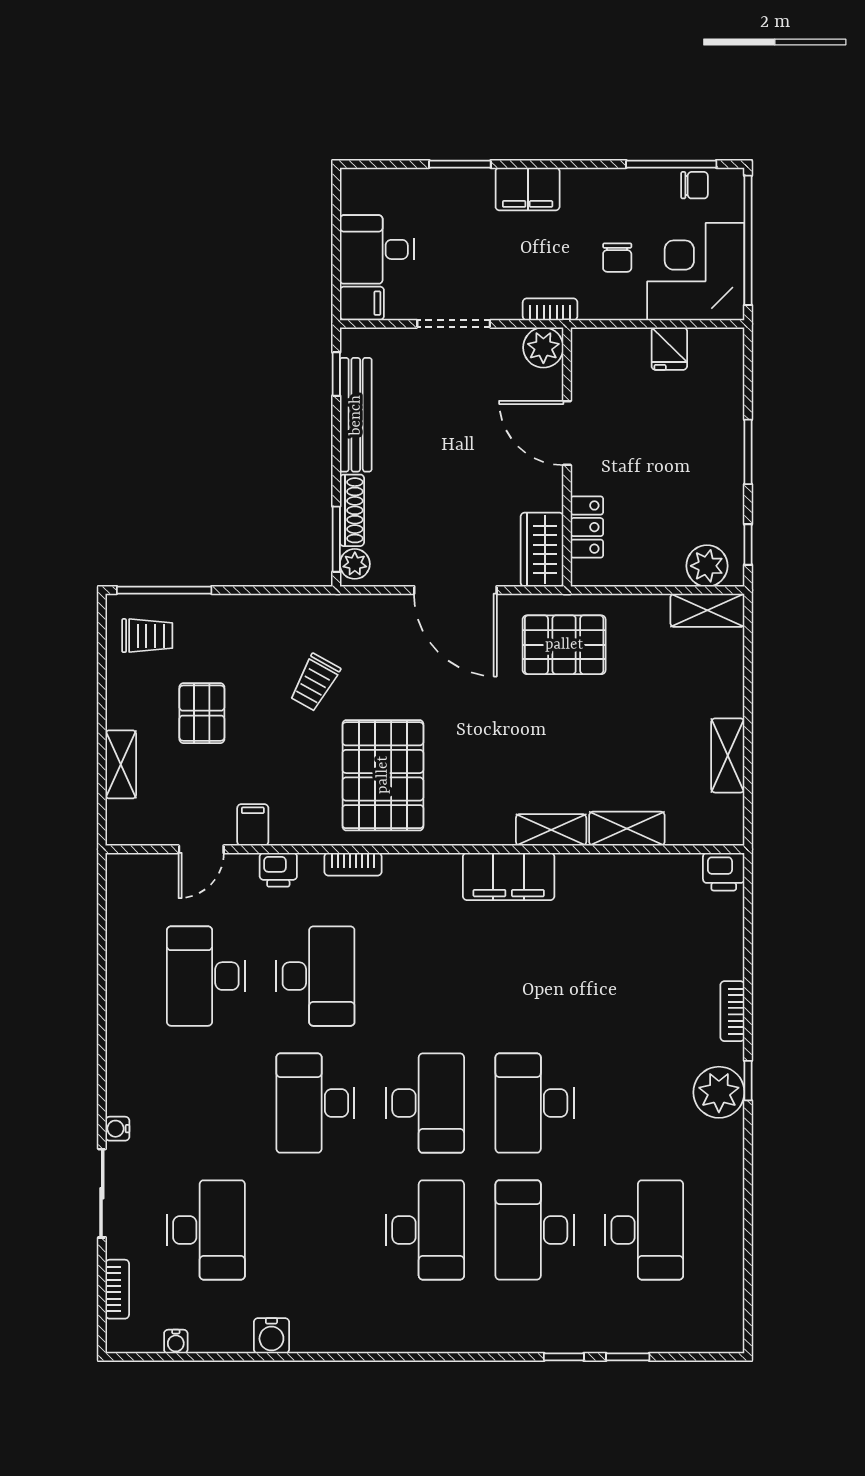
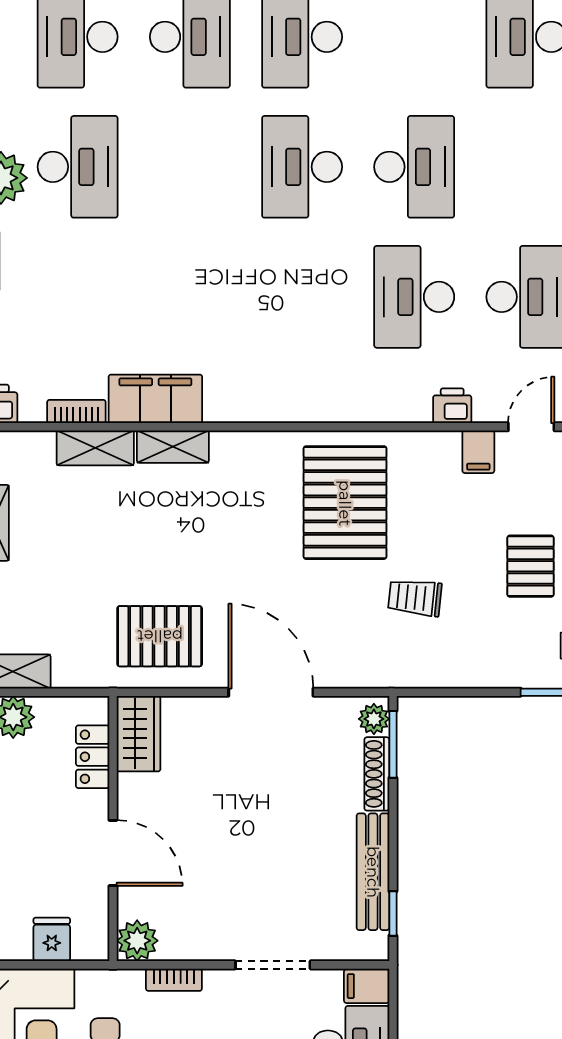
plant: (543, 347) -> (137, 941), moved
door: (567, 433) -> (113, 853), moved
wall: (567, 457) -> (113, 829), moved
locker: (587, 527) -> (93, 757), moved
wardrobe: (542, 550) -> (139, 734), moved
trolley: (315, 682) -> (415, 598), turned -113
bookcase: (353, 864) -> (76, 411), moved
filing cabinet: (509, 876) -> (155, 399), moved
desk: (535, 1103) -> (78, 167), moved

